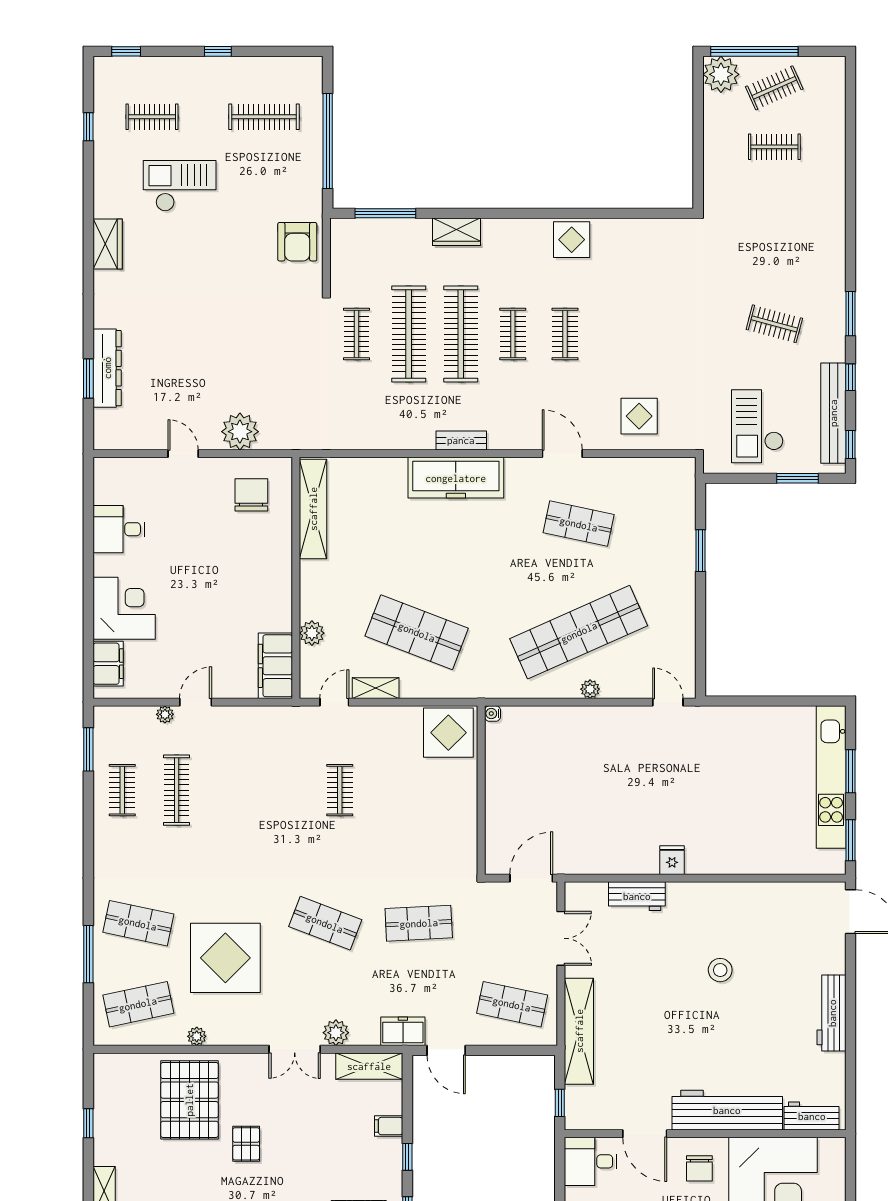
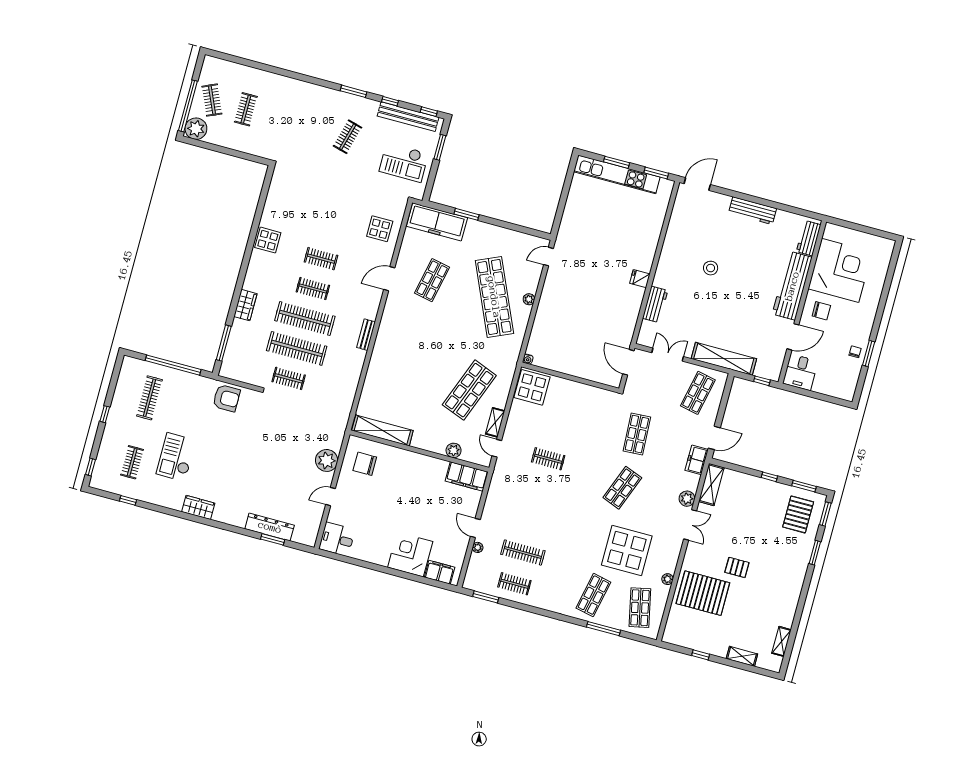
freezer: (456, 478) -> (437, 222), moved, turned 90
desk: (119, 529) -> (337, 539), moved, turned 90
filing cabinet: (389, 1126) -> (749, 483), removed

